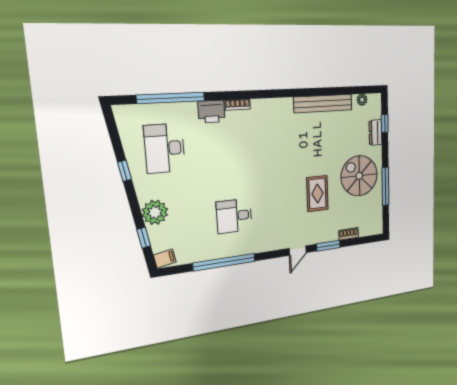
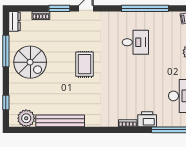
plant: (362, 100) -> (26, 118), width x1.88, depth x1.88
dresser: (376, 133) -> (14, 21), moved
rug: (317, 194) -> (85, 64), moved

